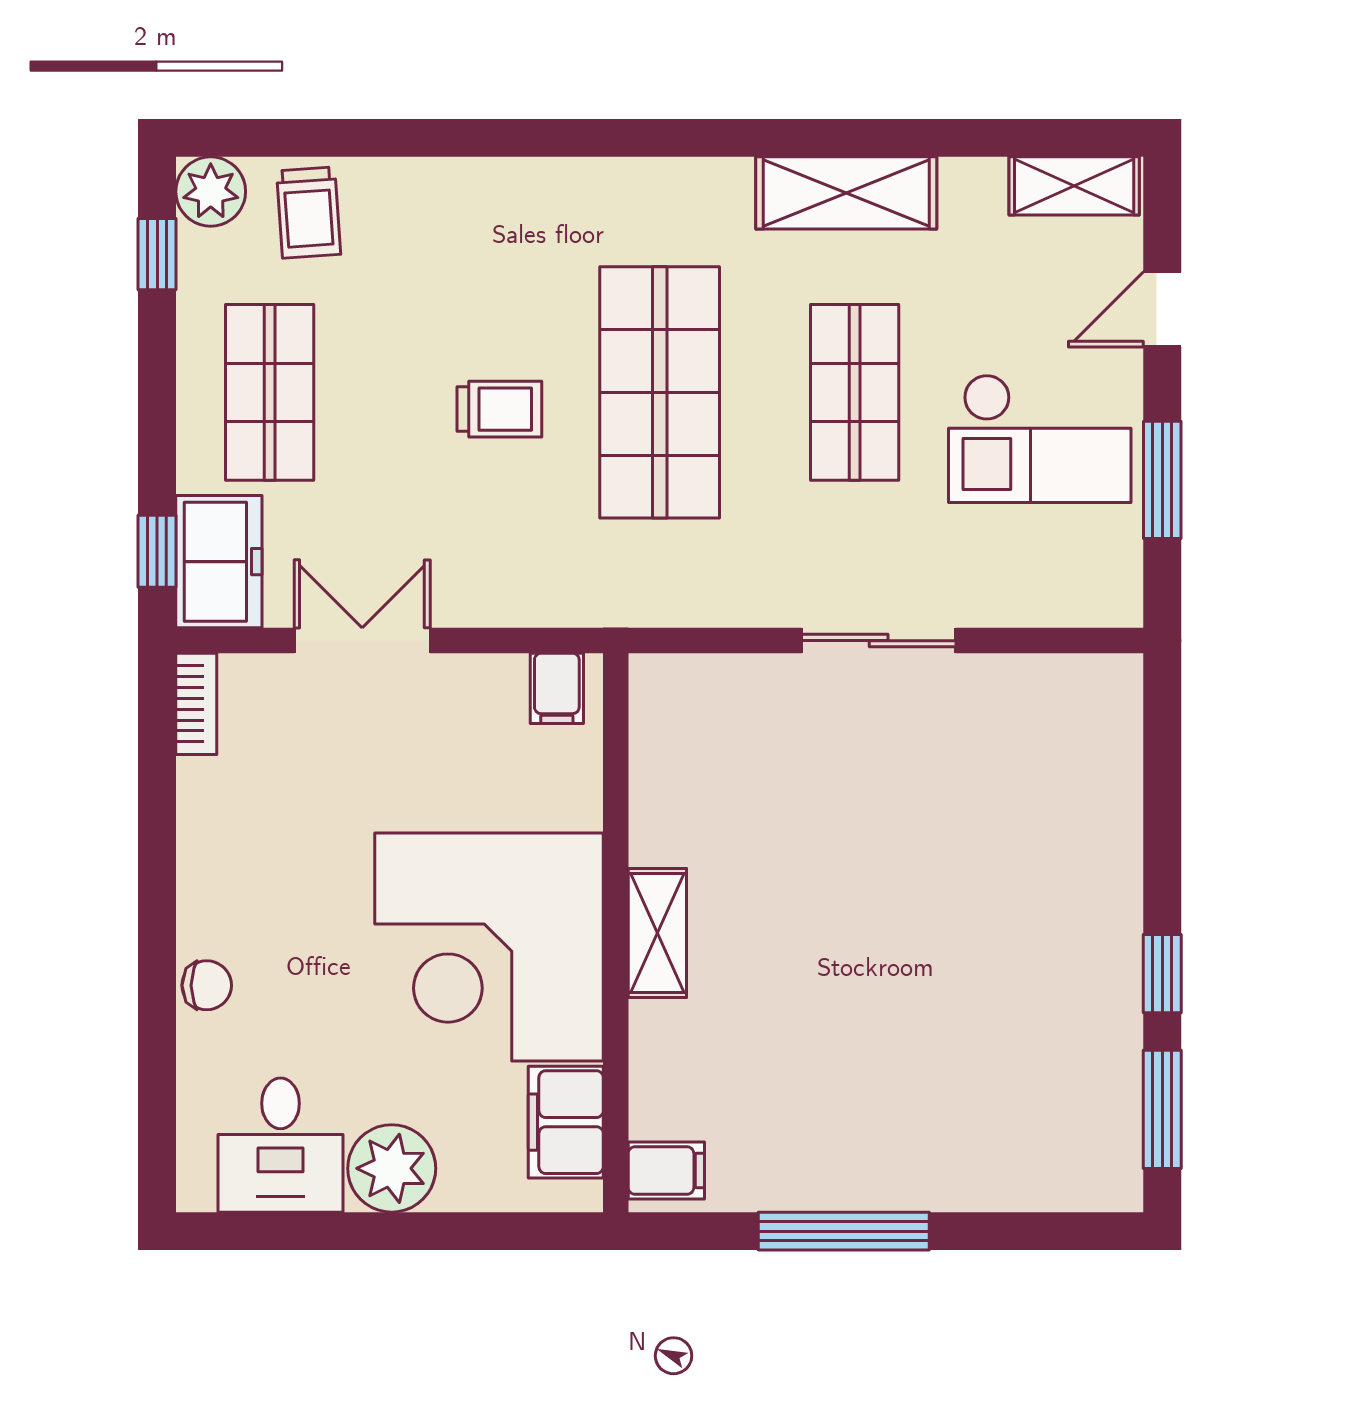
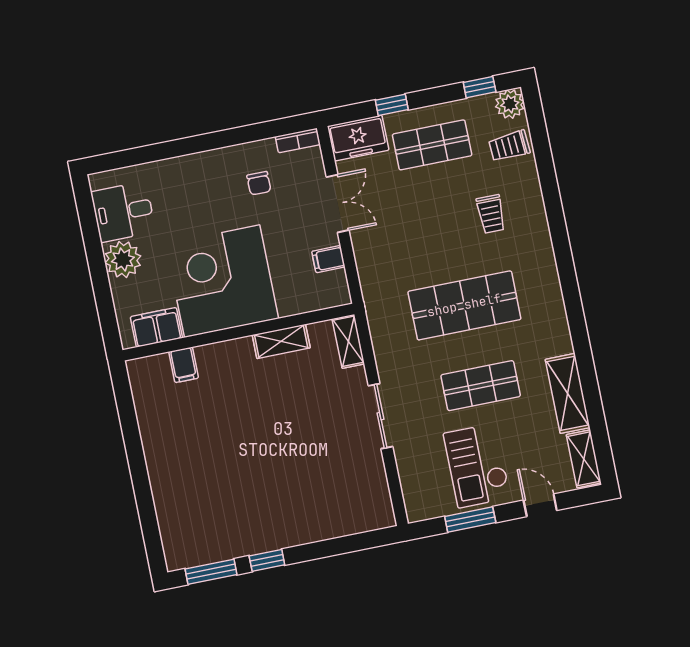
shelving: (846, 193) -> (568, 393), moved
trolley: (499, 409) -> (491, 214), moved
window: (157, 551) -> (392, 105), moved
shelving: (689, 680) -> (348, 341), added
filing cabinet: (557, 688) -> (328, 259), moved
shelving: (657, 933) -> (281, 341), moved
chair: (207, 985) -> (259, 183), moved
filing cabinet: (666, 1170) -> (184, 365), moved
window: (844, 1231) -> (135, 451), removed

